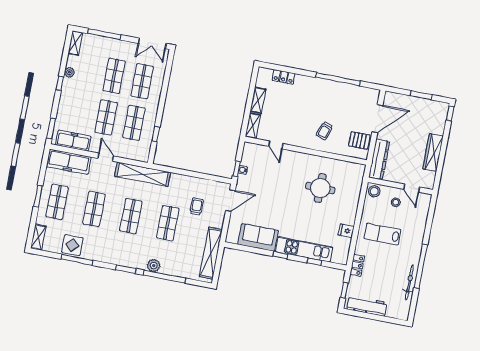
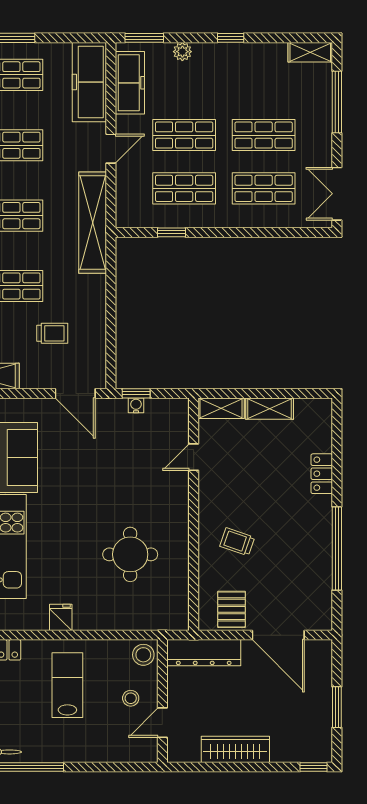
plant: (69, 72) -> (182, 52), moved
locker: (284, 77) -> (322, 474), moved

